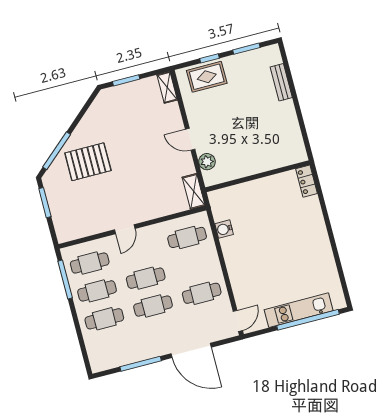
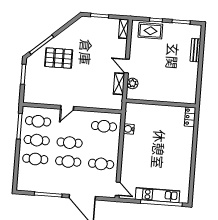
shelving: (194, 191) -> (119, 84), moved
door: (238, 321) -> (118, 189), hinge flipped

